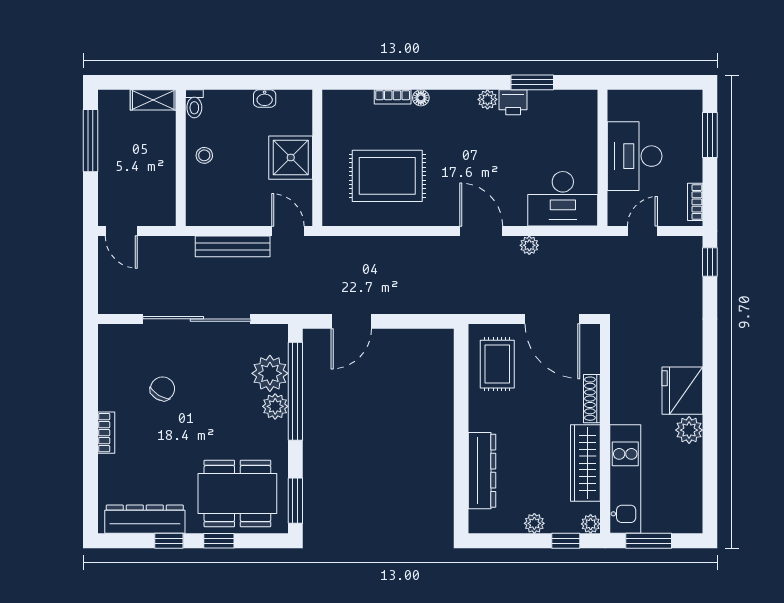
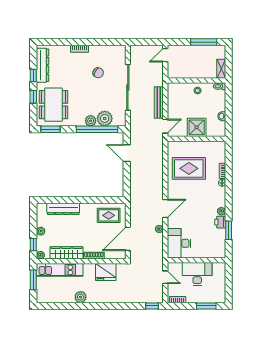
rug: (387, 176) -> (189, 168), turned 90
fridge: (682, 391) -> (106, 272), moved, turned 180

